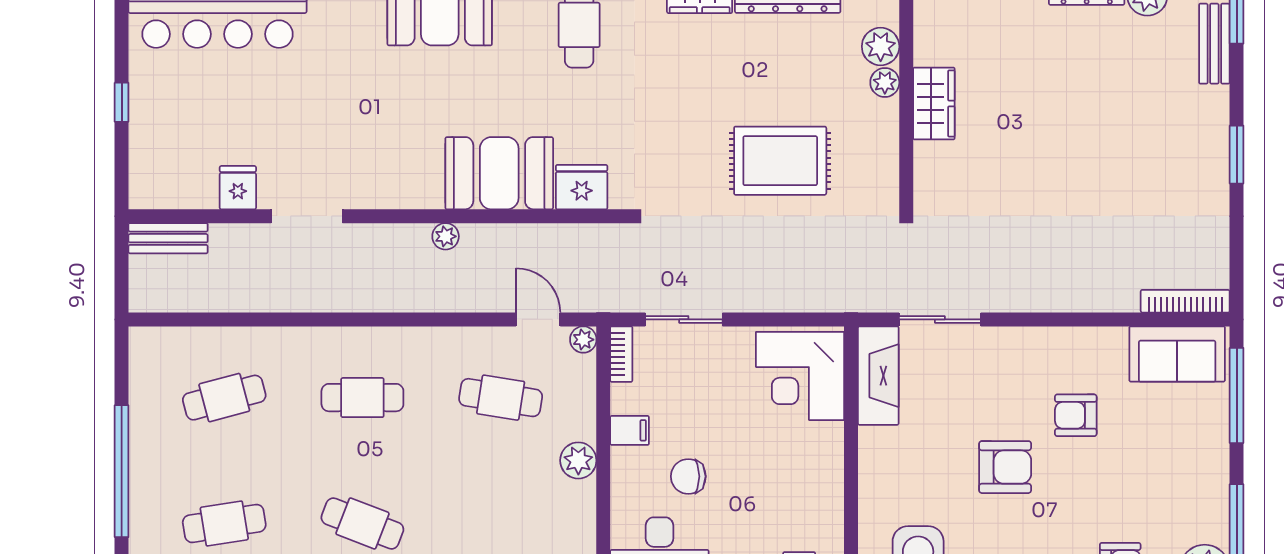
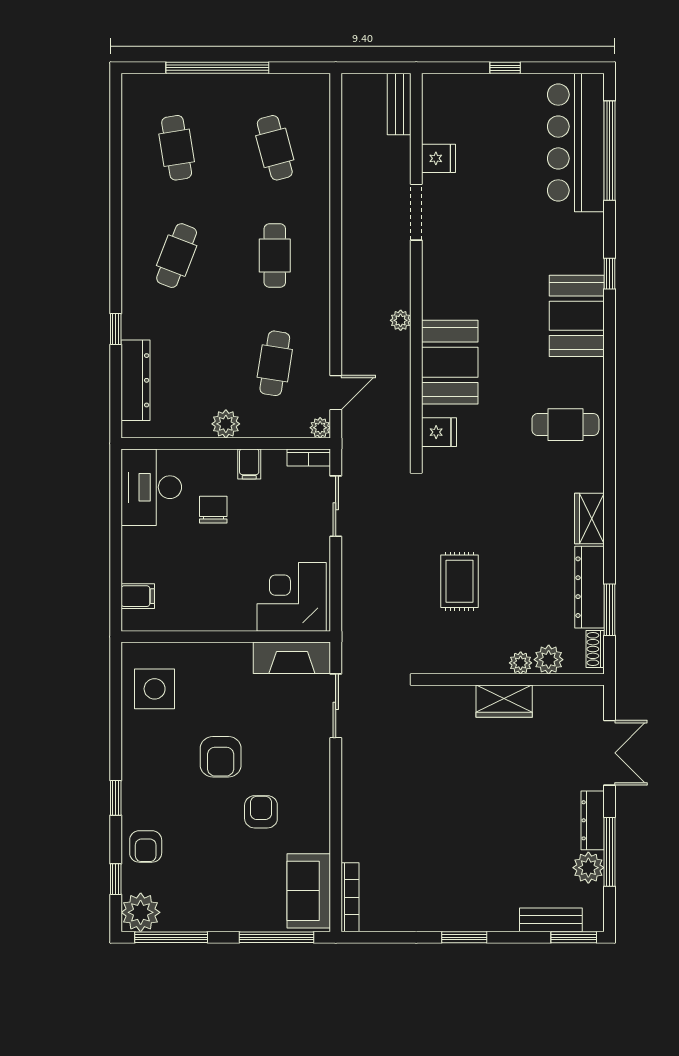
rug: (780, 161) -> (460, 581), width x0.73, depth x0.70
fridge: (582, 187) -> (439, 432), width x0.72

